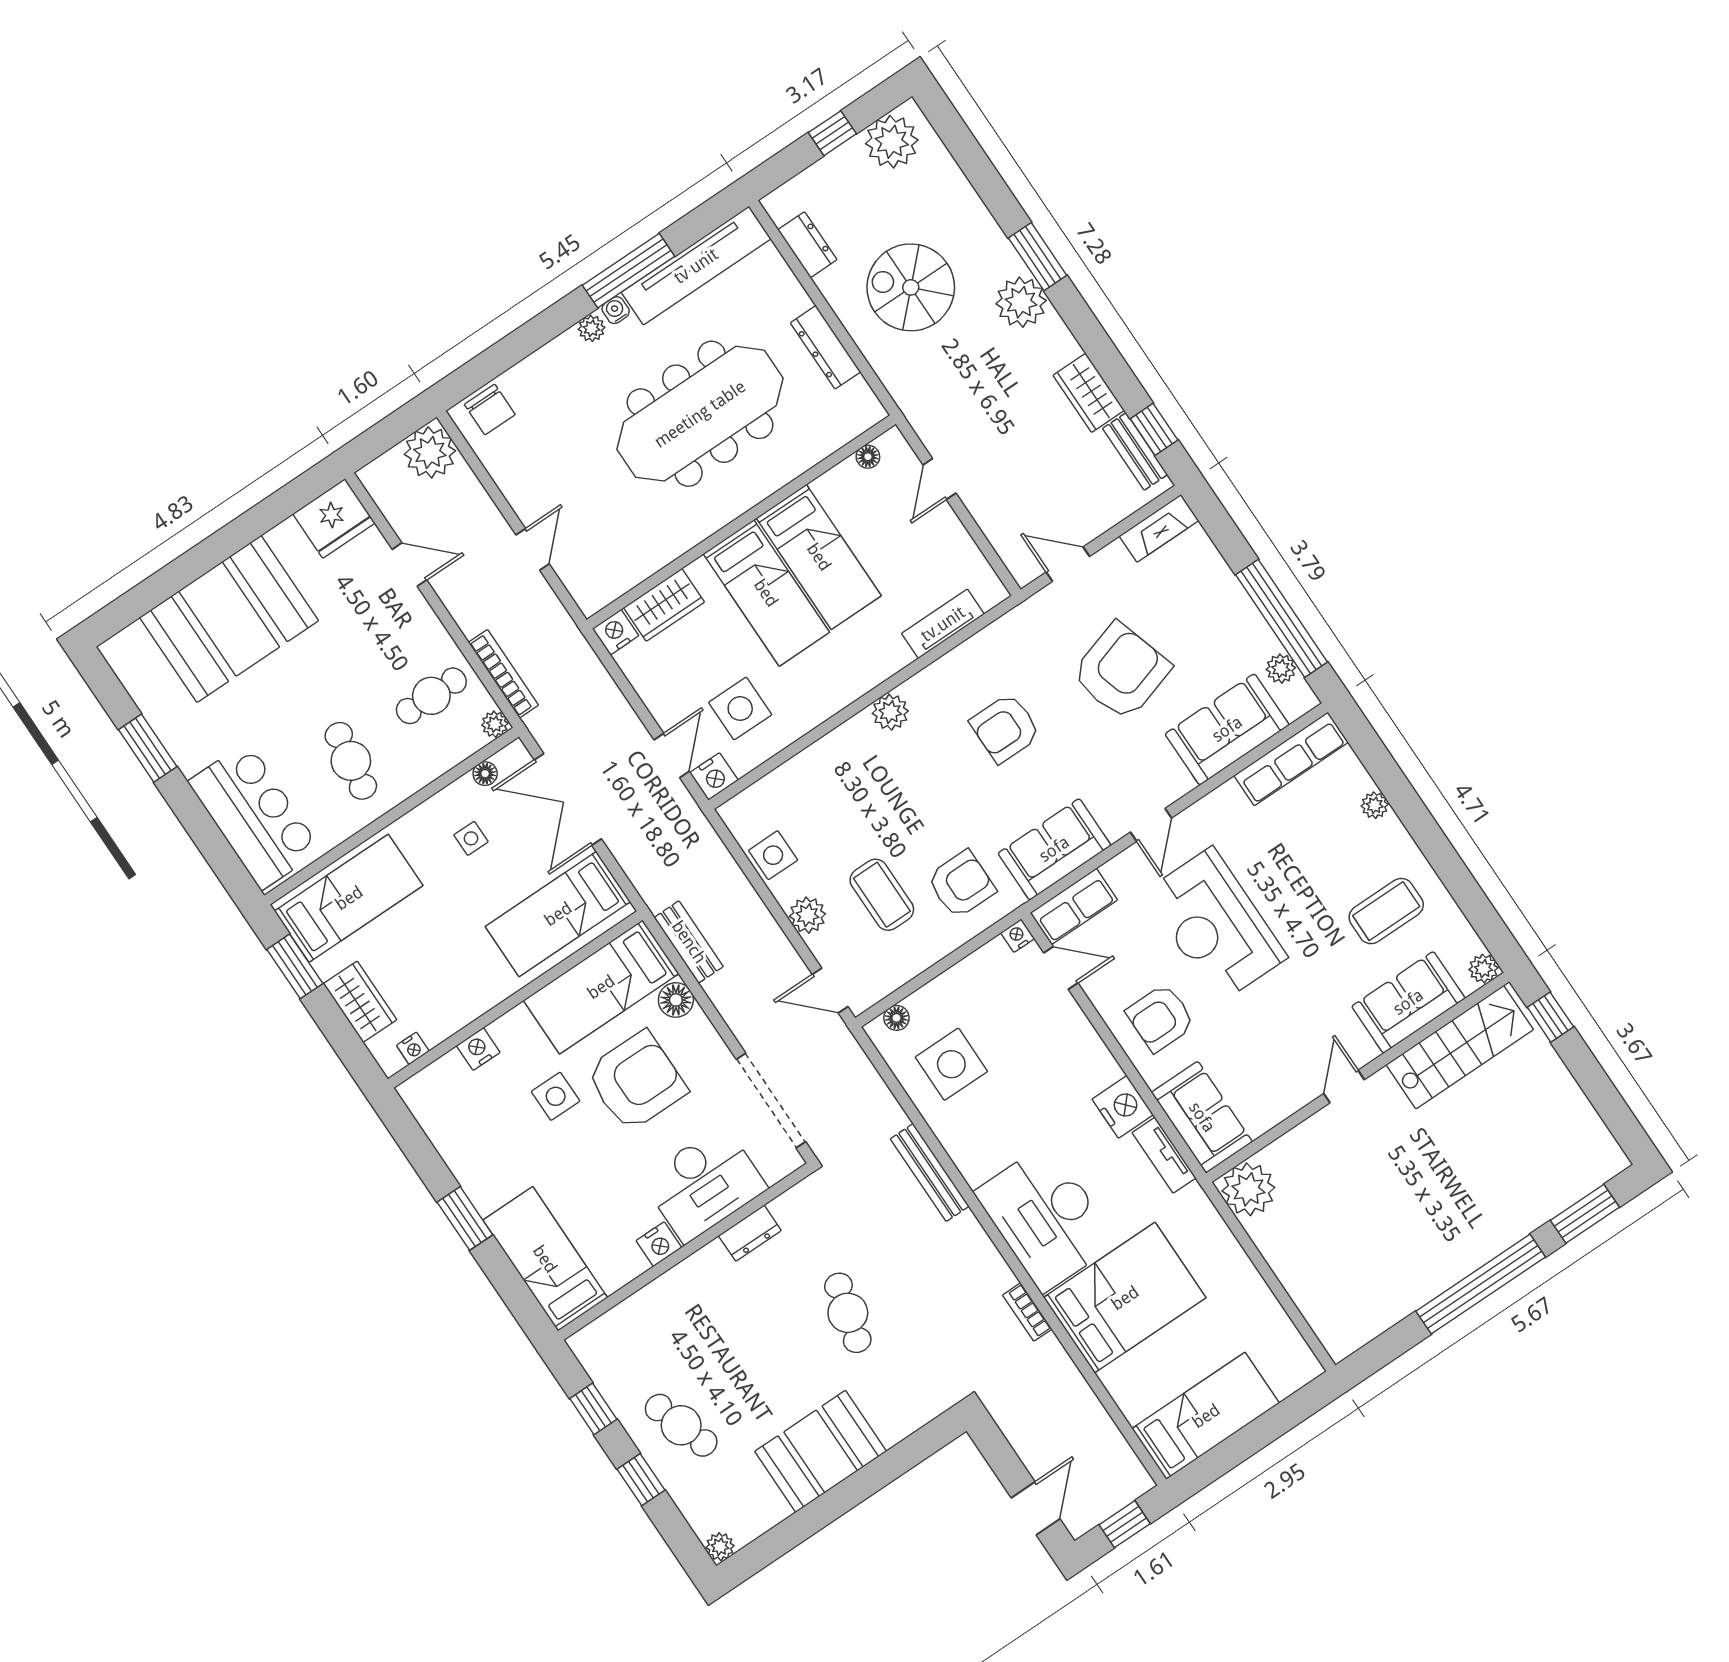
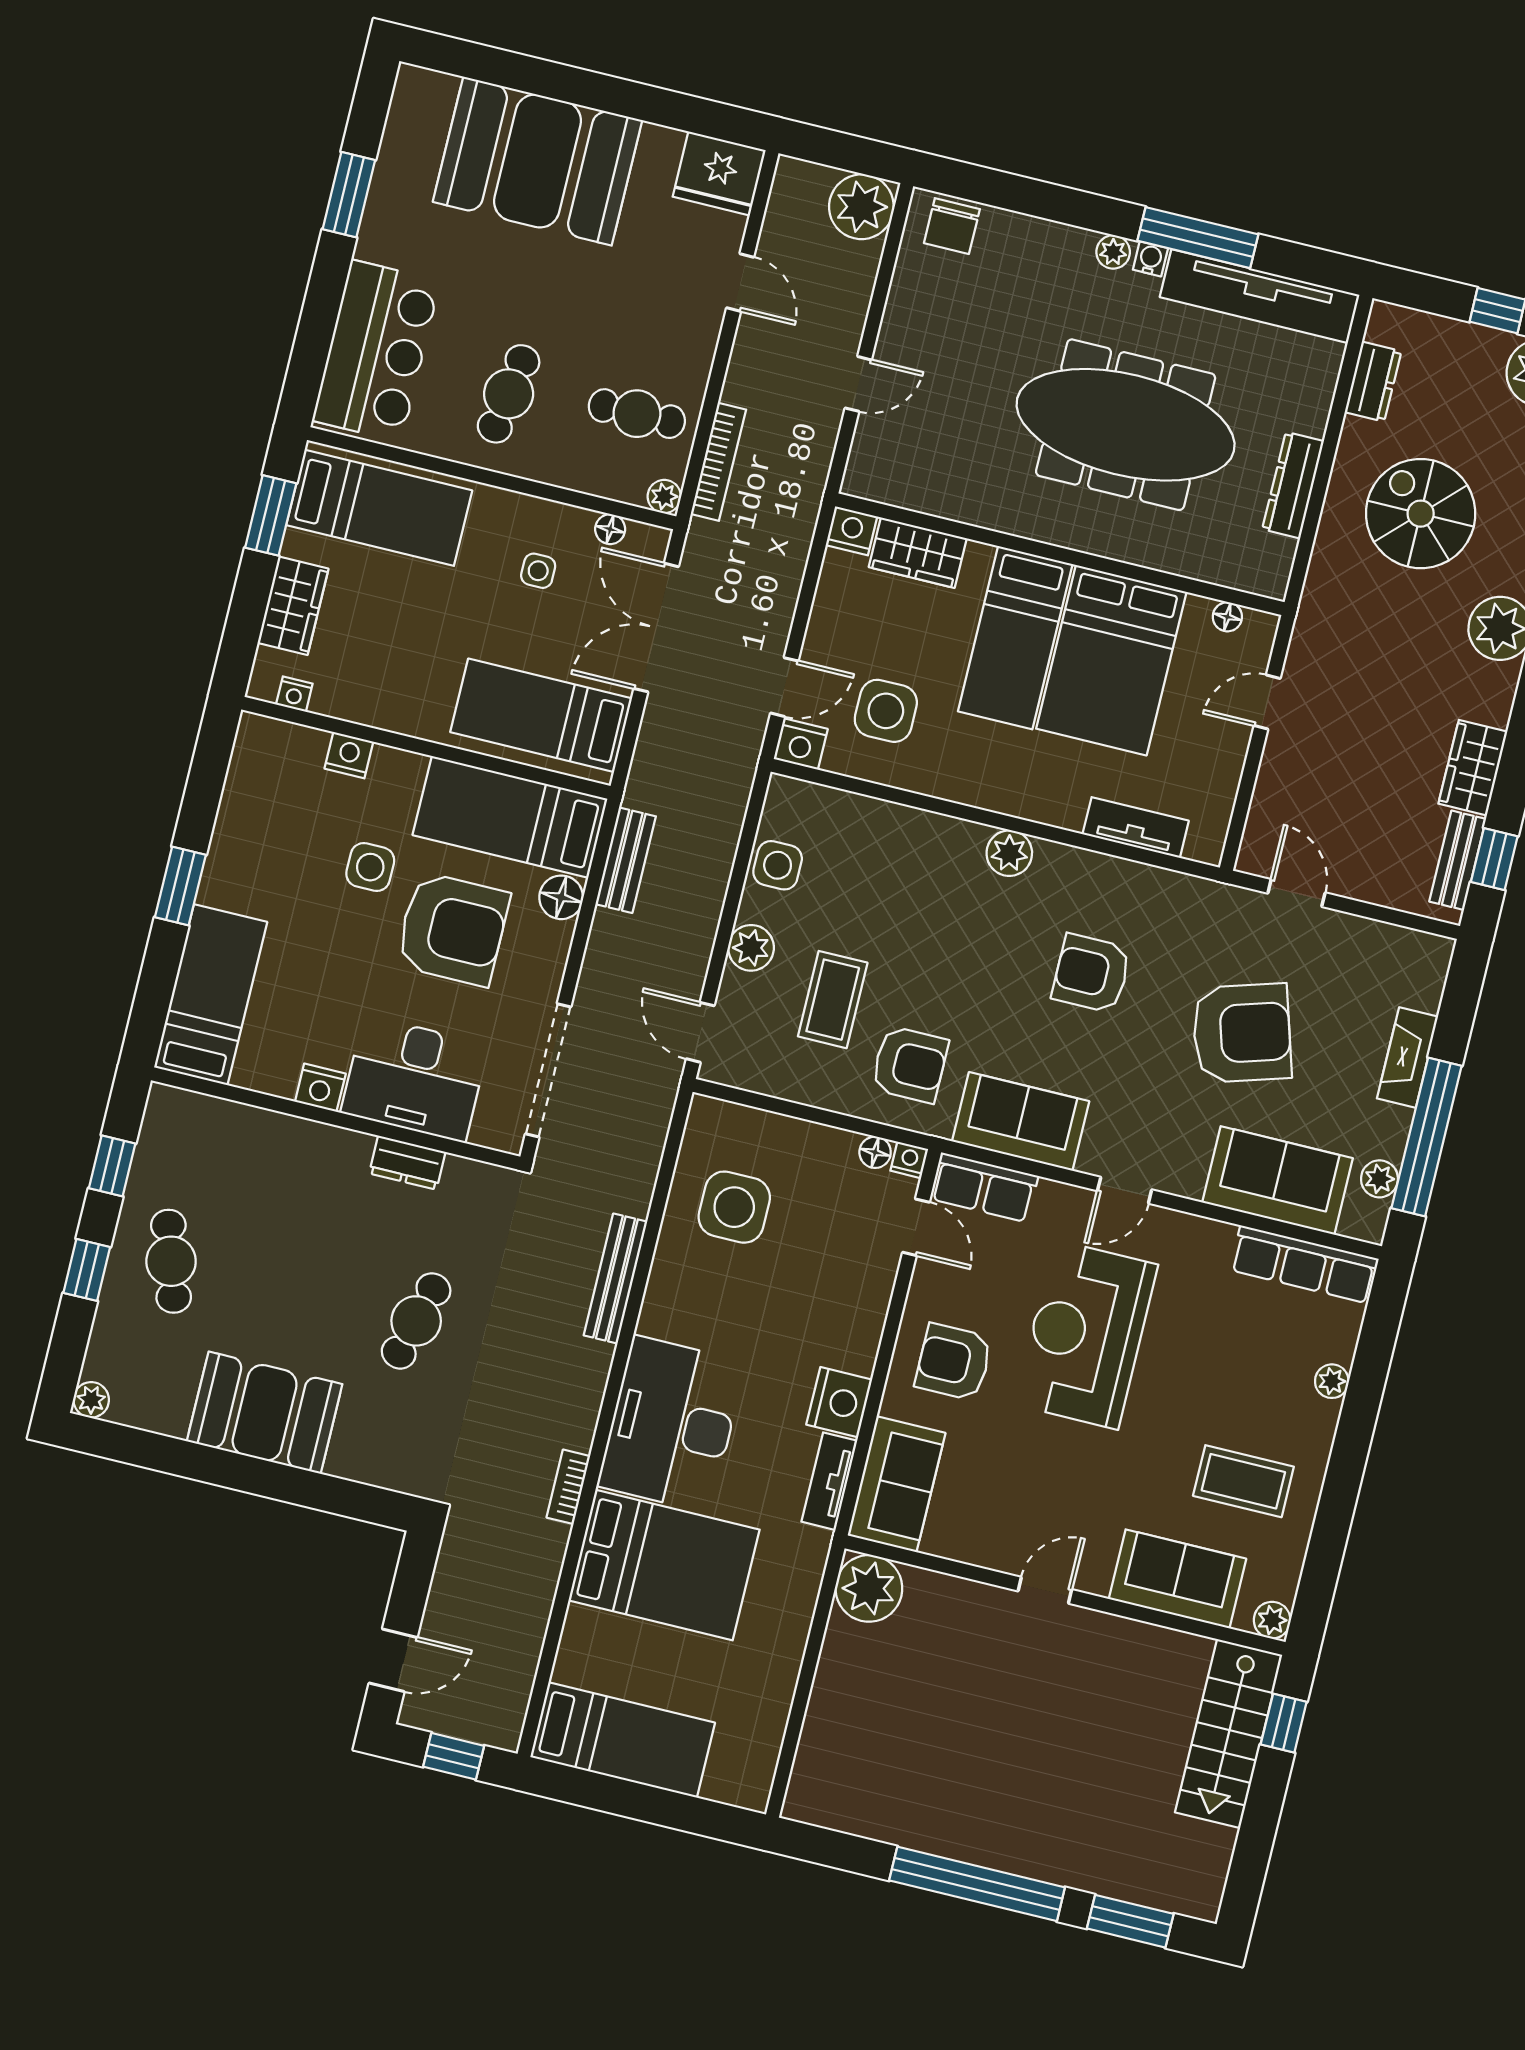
fireplace: (1159, 528) -> (1407, 1058), moved, turned 90
bed: (819, 557) -> (1111, 660), width x1.50
floor lamp: (896, 1018) -> (875, 1152), moved
stairs: (1460, 1047) -> (1229, 1734), moved, turned 90

